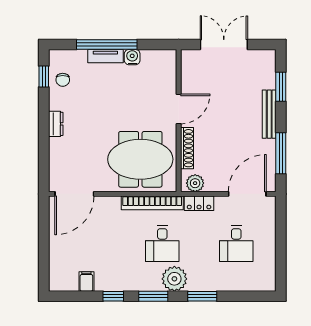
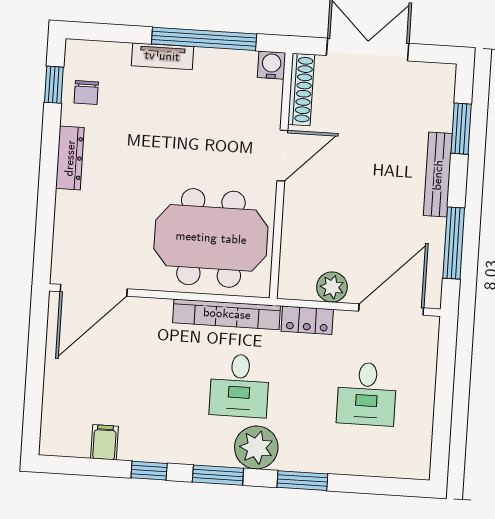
window: (107, 44) -> (204, 39), moved
water cooler: (132, 57) -> (271, 65), moved
dresser: (56, 124) -> (70, 158), width x1.44
shoe rack: (187, 148) -> (301, 89), moved
plant: (195, 183) -> (332, 287), moved

